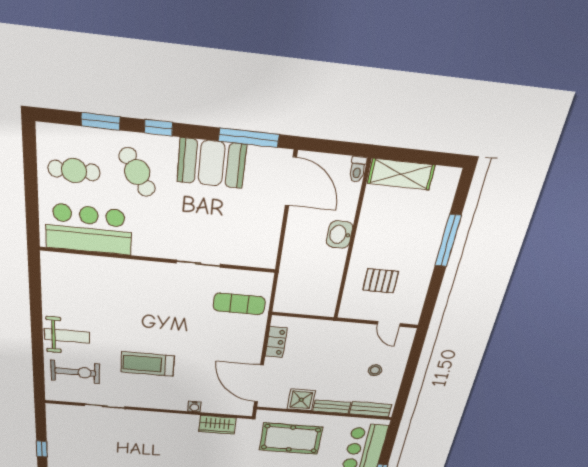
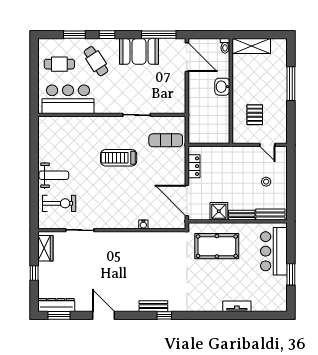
pallet: (381, 281) -> (255, 115), turned 90
treadmill: (148, 364) -> (119, 158), moved
wardrobe: (217, 425) -> (45, 248), moved, turned -90

